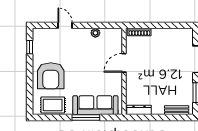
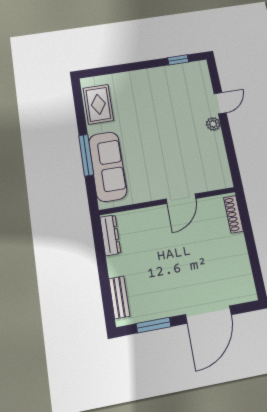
plant: (95, 33) -> (213, 124), moved
door: (124, 63) -> (181, 199), swing flipped
armchair: (51, 76) -> (142, 95), removed

